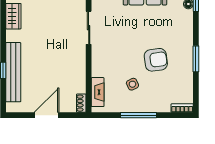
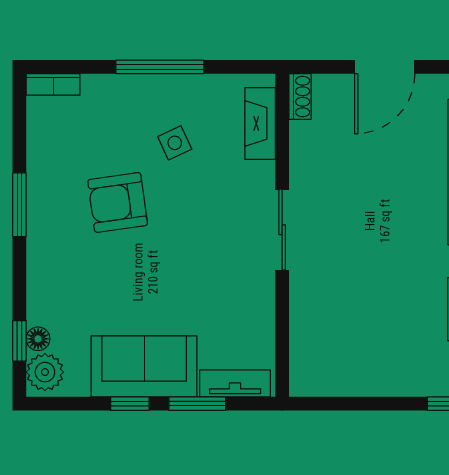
sliding door: (89, 28) -> (282, 230), moved

